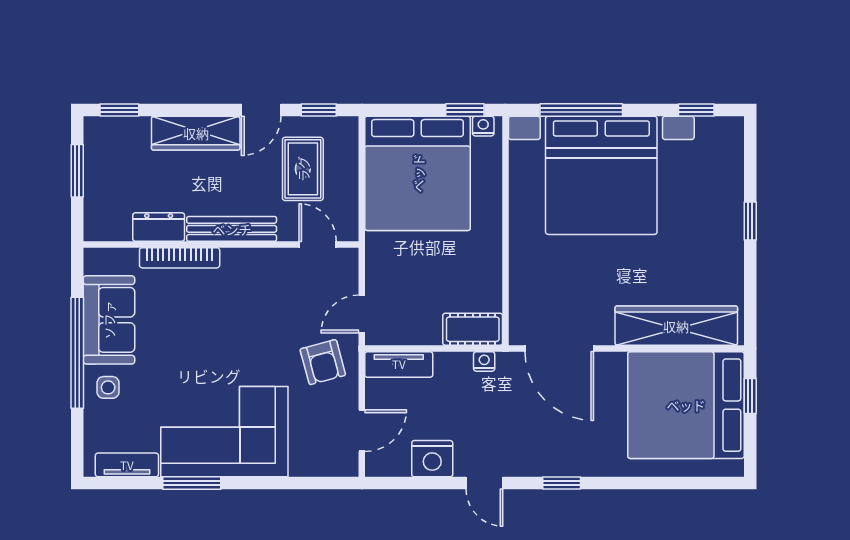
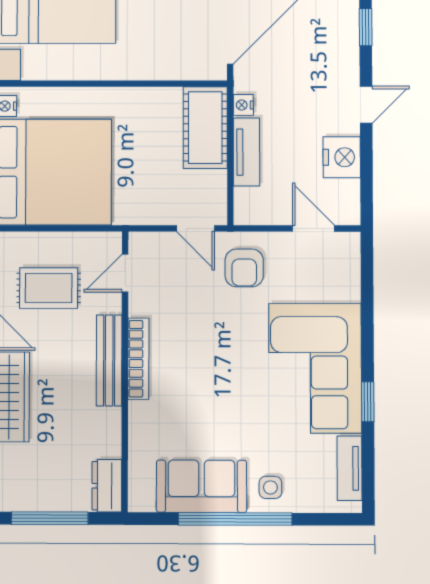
window: (77, 171) -> (50, 518), width x1.44
dresser: (159, 227) -> (107, 486), moved
bookcase: (180, 258) -> (138, 359), moved
cot: (473, 329) -> (205, 128), width x1.37, depth x1.34
armchair: (323, 362) -> (244, 268), turned 105
tv unit: (399, 364) -> (246, 152), moved
window: (192, 483) -> (368, 402), width x0.67

